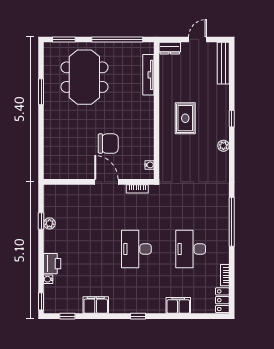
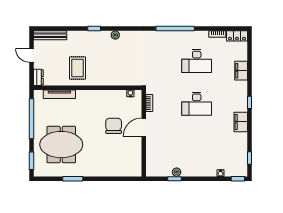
rug: (185, 118) -> (78, 68), moved, turned 90
printer: (52, 264) -> (208, 170), removed
filing cabinet: (96, 305) -> (241, 122), moved

